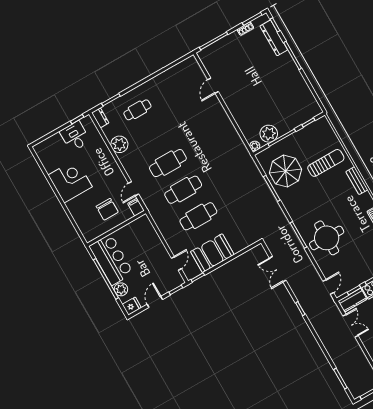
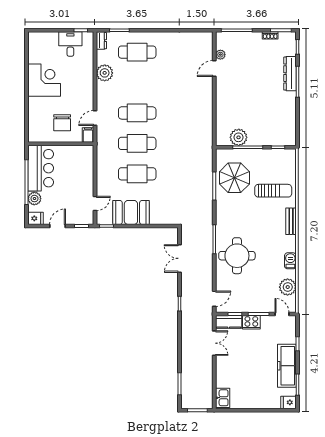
dresser: (274, 38) -> (290, 74), moved
cafe table: (137, 110) -> (137, 52), width x1.37, depth x1.35
plant: (255, 146) -> (220, 55), moved

